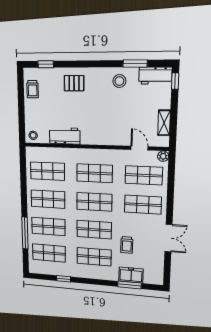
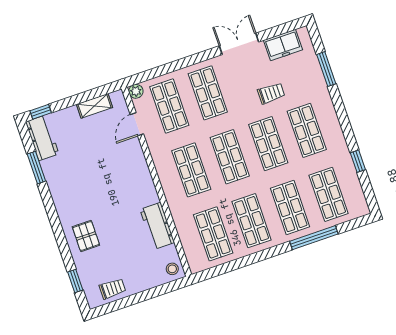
stool: (119, 81) -> (64, 179), removed
freezer: (131, 275) -> (283, 45), moved, turned -90

